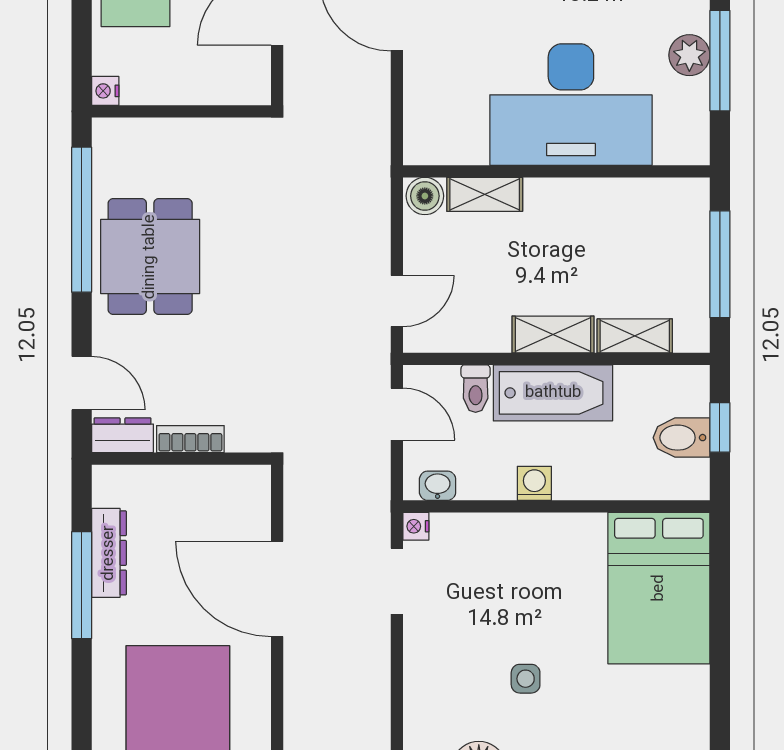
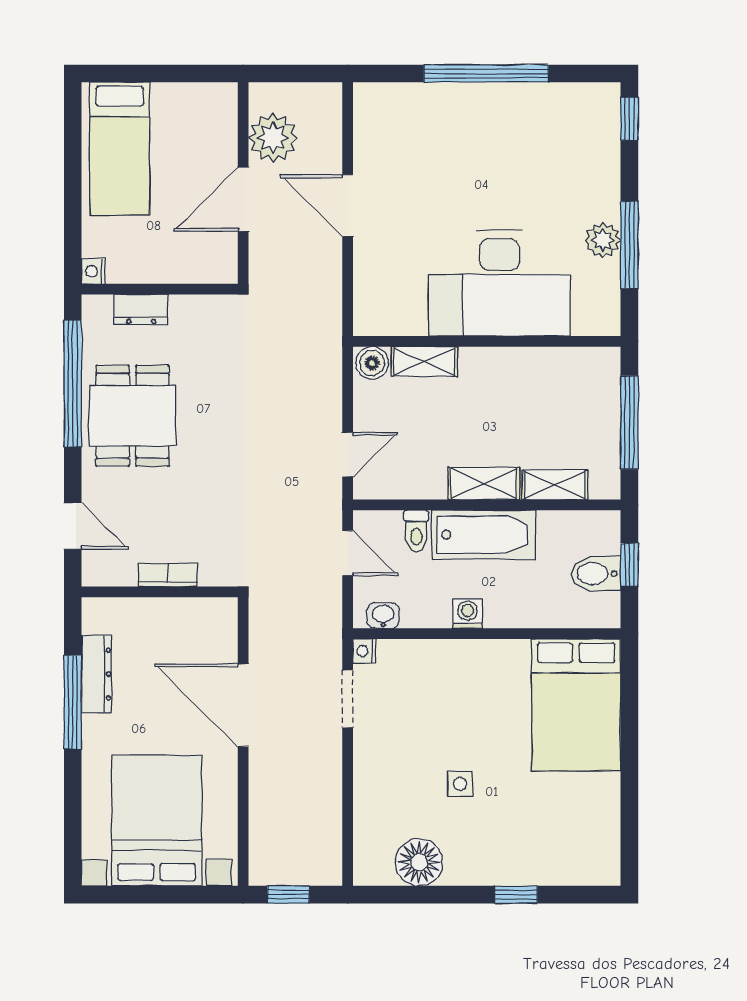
dresser: (122, 435) -> (141, 310), moved, turned 180

